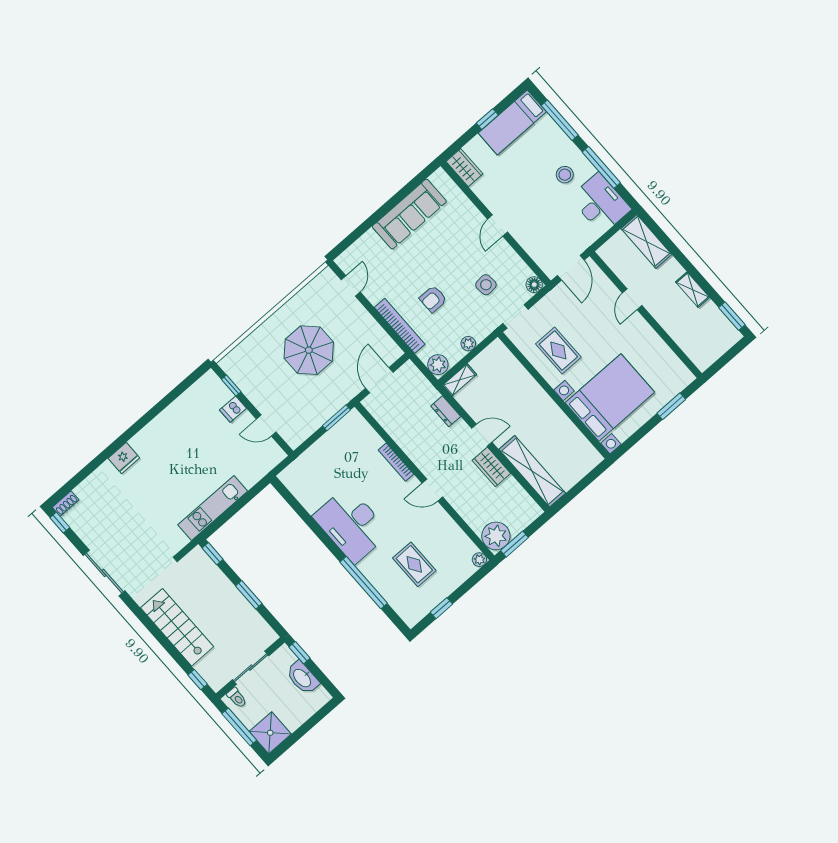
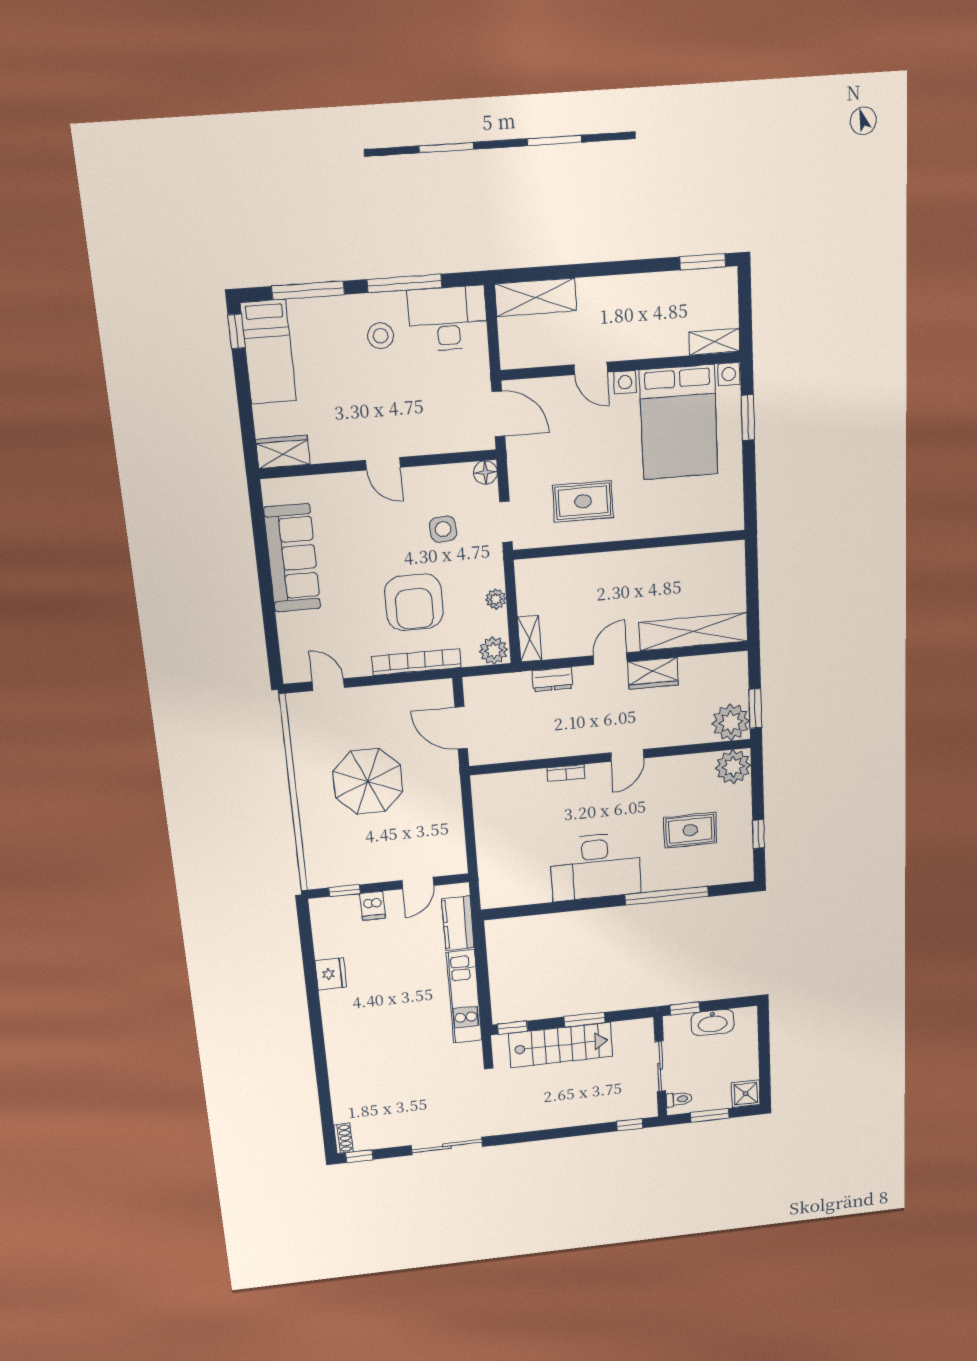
window: (487, 119) -> (236, 331), moved
shelving: (693, 290) -> (715, 342), moved
armchair: (433, 299) -> (414, 602), width x1.88, depth x1.88
bed with nightstands: (610, 397) -> (679, 422), moved, turned 180
window: (337, 418) -> (467, 803), removed
fridge: (124, 458) -> (331, 974), moved
bookcase: (396, 462) -> (566, 773), width x0.64
kitchen counter: (258, 469) -> (458, 923), added
plant: (479, 560) -> (733, 767), width x1.87, depth x1.87
stairs: (177, 627) -> (561, 1045), moved, turned 180
window: (239, 727) -> (710, 1115), width x0.69
shower: (270, 733) -> (746, 1094), width x0.73, depth x0.73

